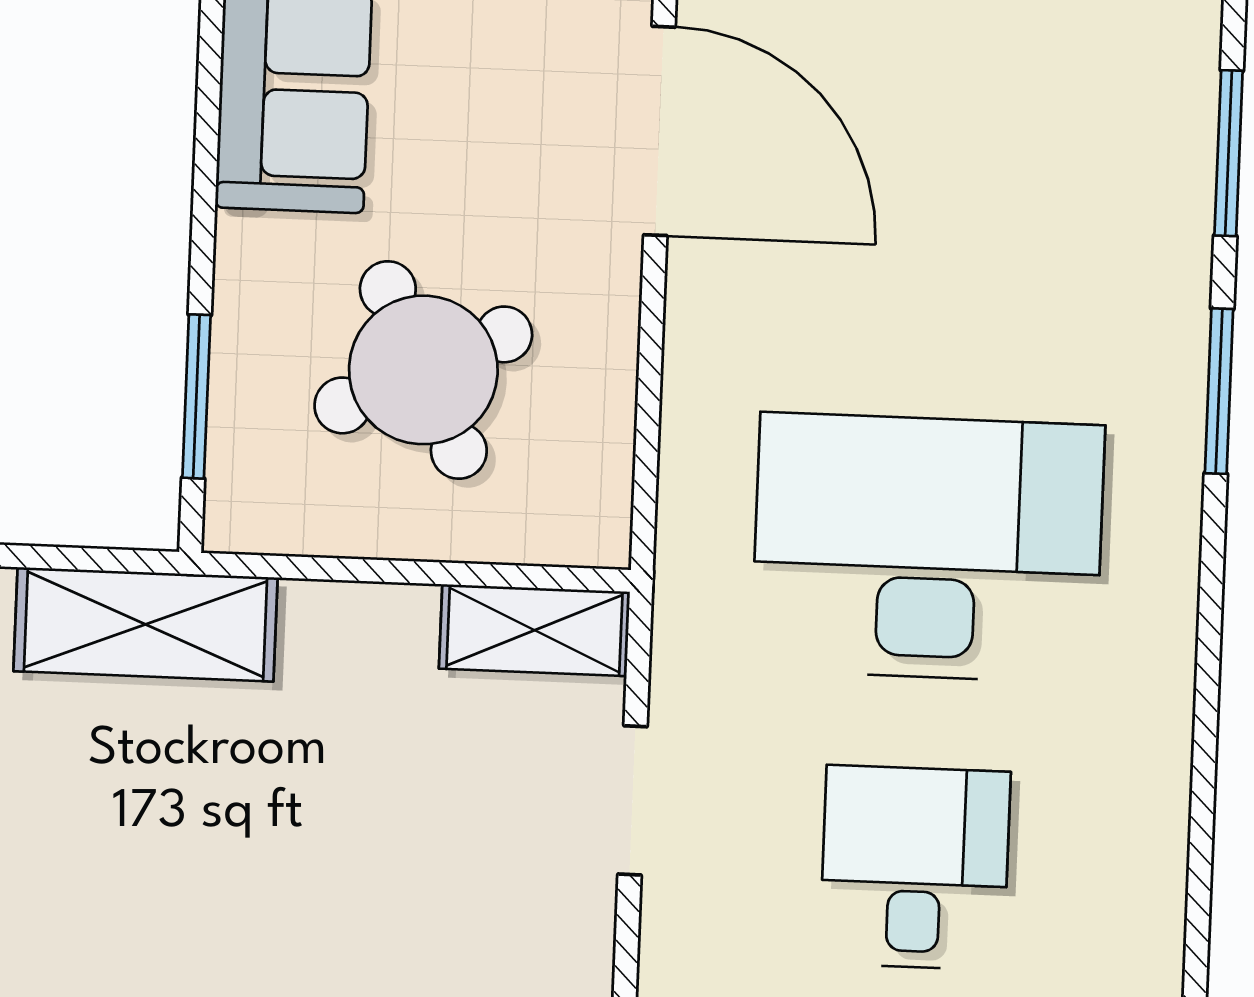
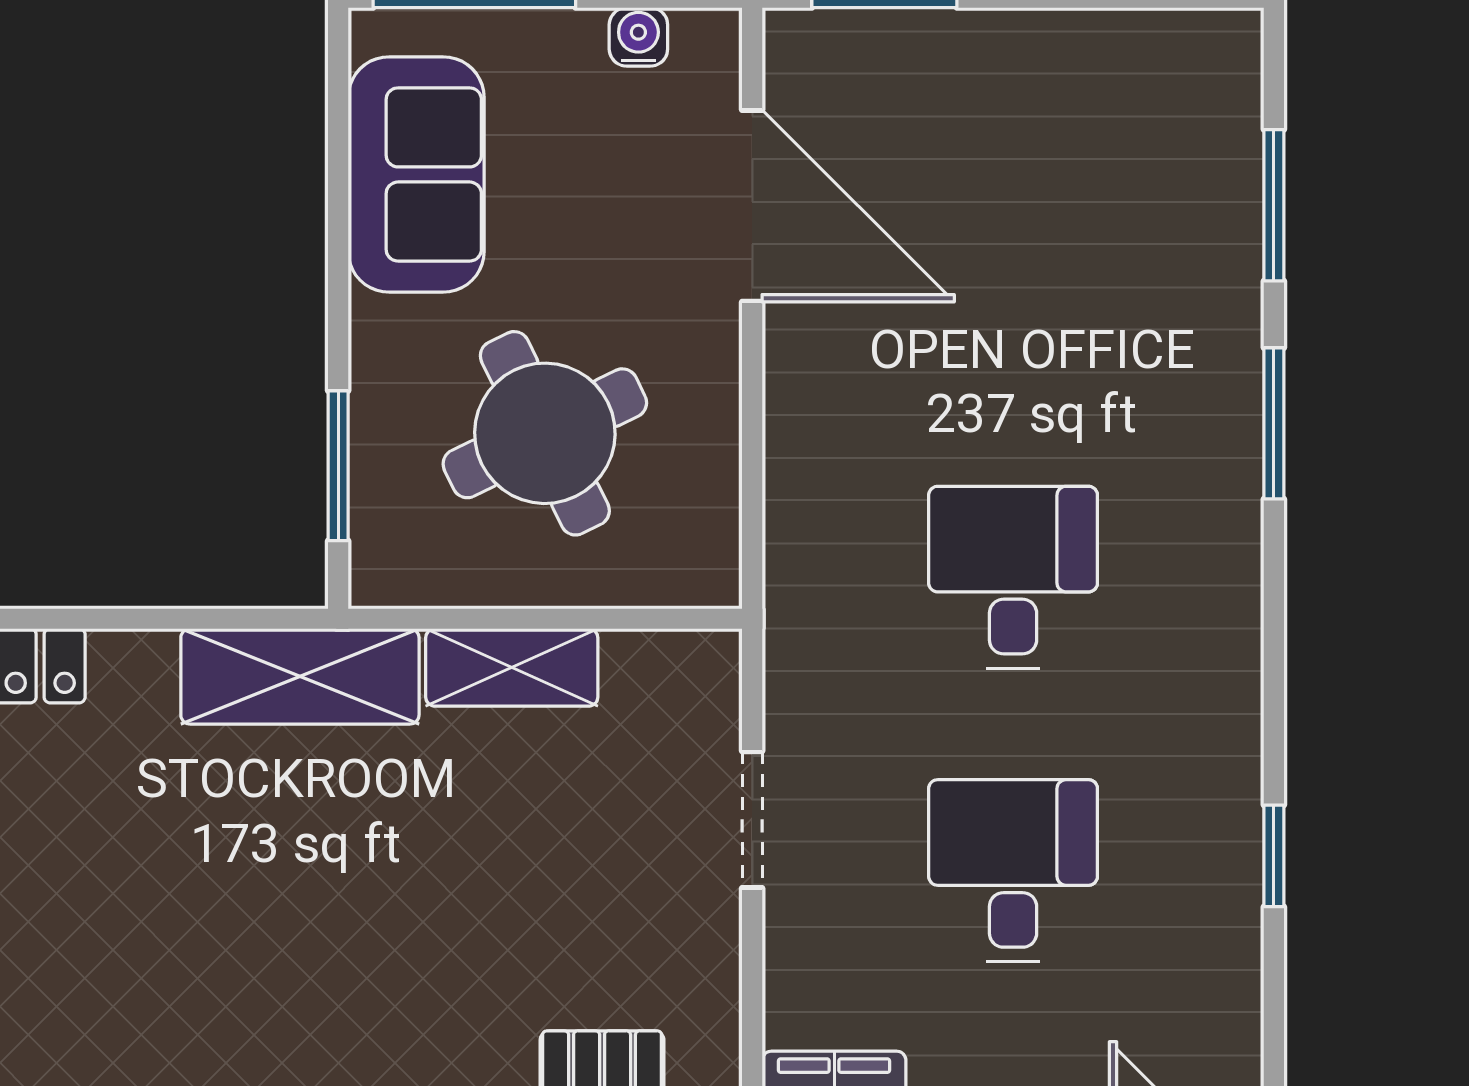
desk: (928, 548) -> (1013, 577), width x0.53, depth x0.77
shelving: (535, 630) -> (512, 667), moved
window: (1200, 863) -> (1274, 856), added

